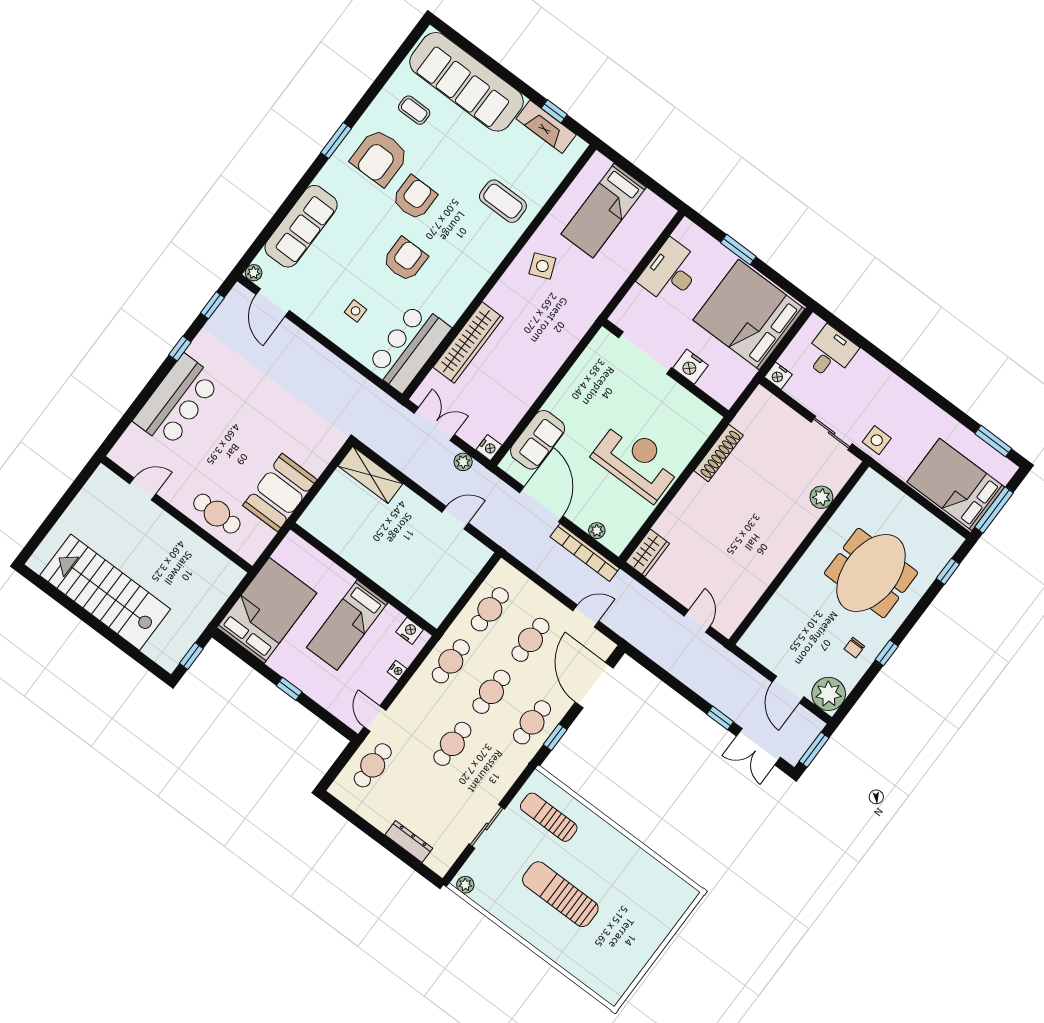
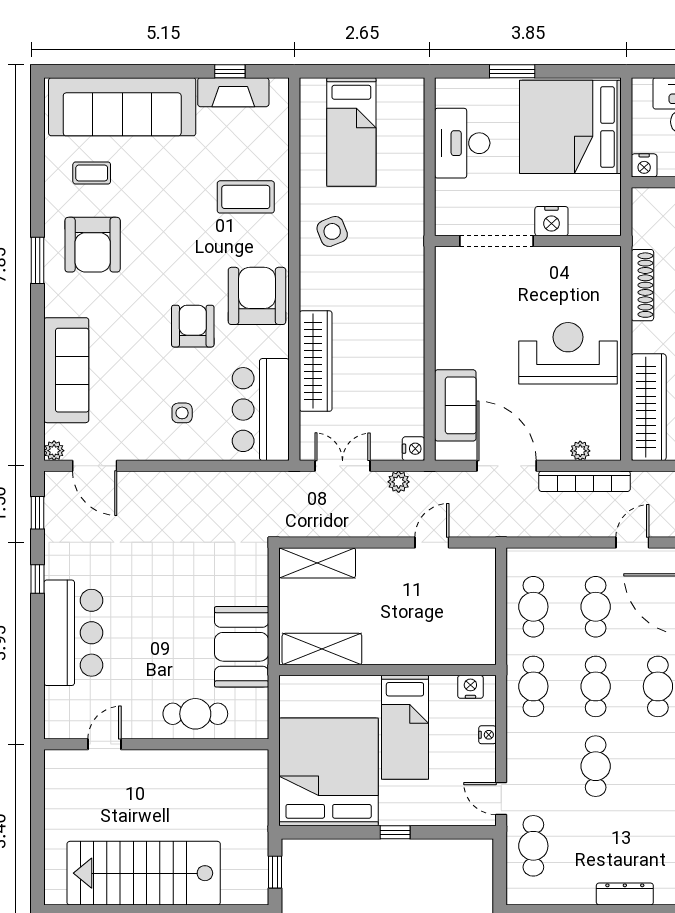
armchair: (414, 198) -> (257, 296), moved, width x1.36, depth x1.36
shelving: (331, 533) -> (322, 649), added
wardrobe: (647, 553) -> (649, 407), width x2.10, depth x1.17
bed: (267, 610) -> (329, 772), width x1.36

